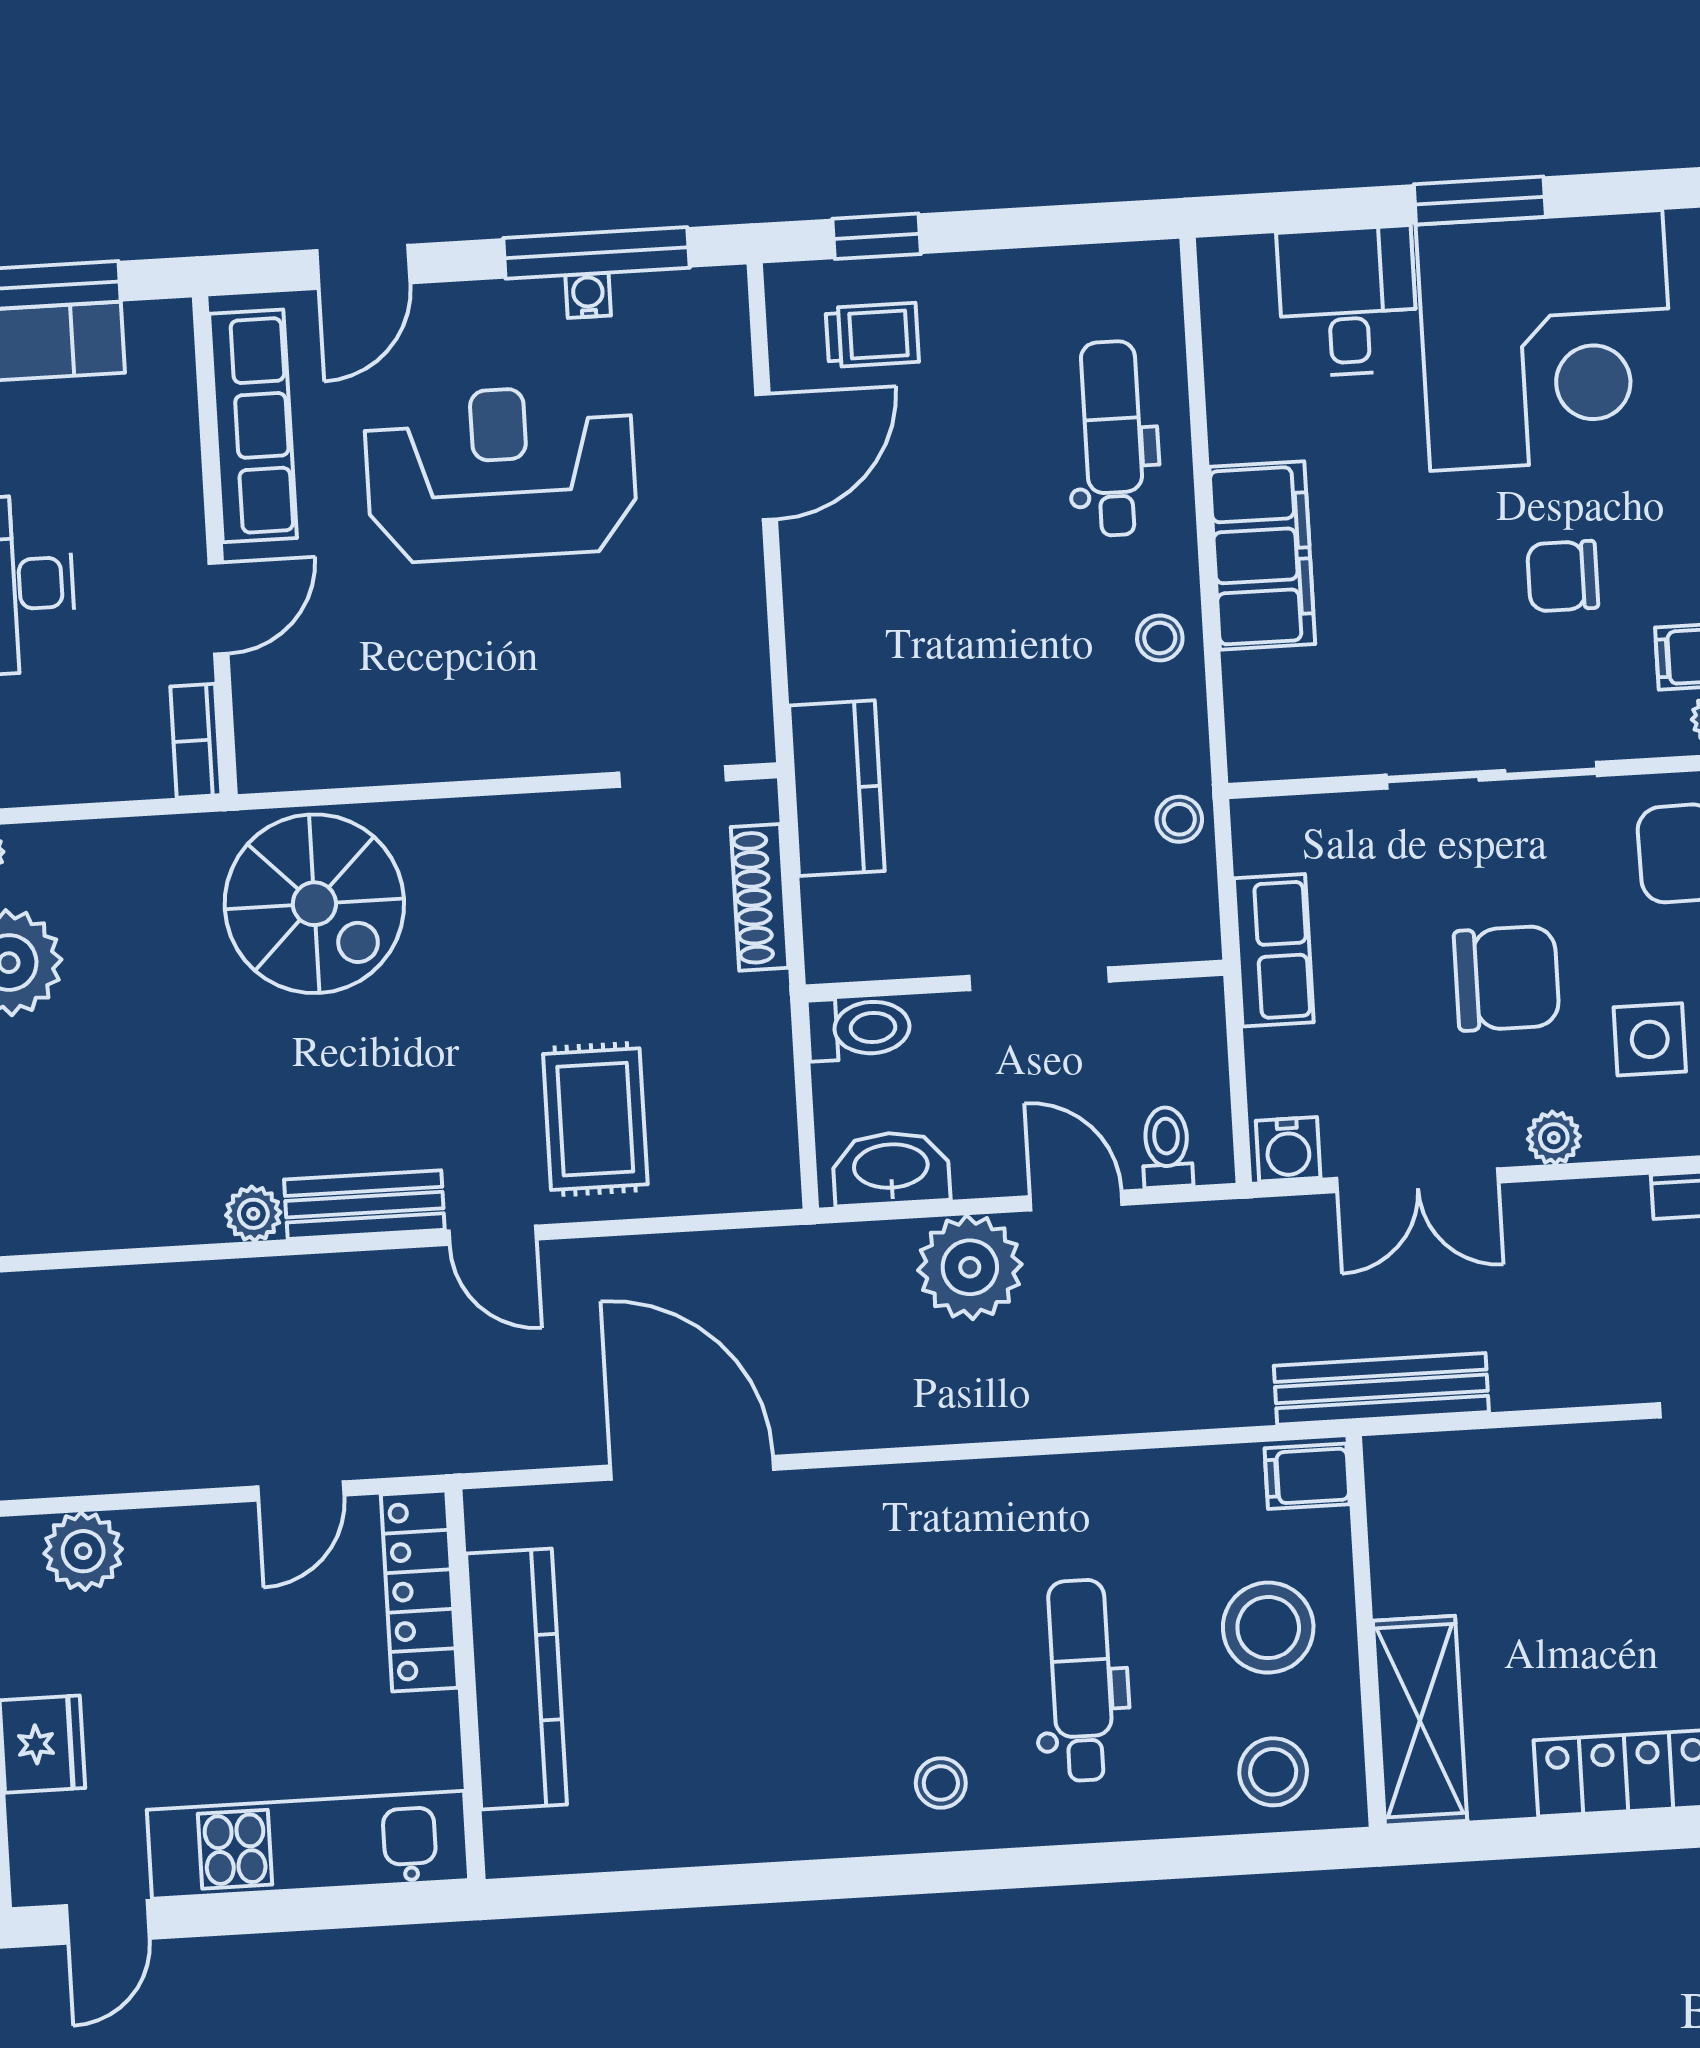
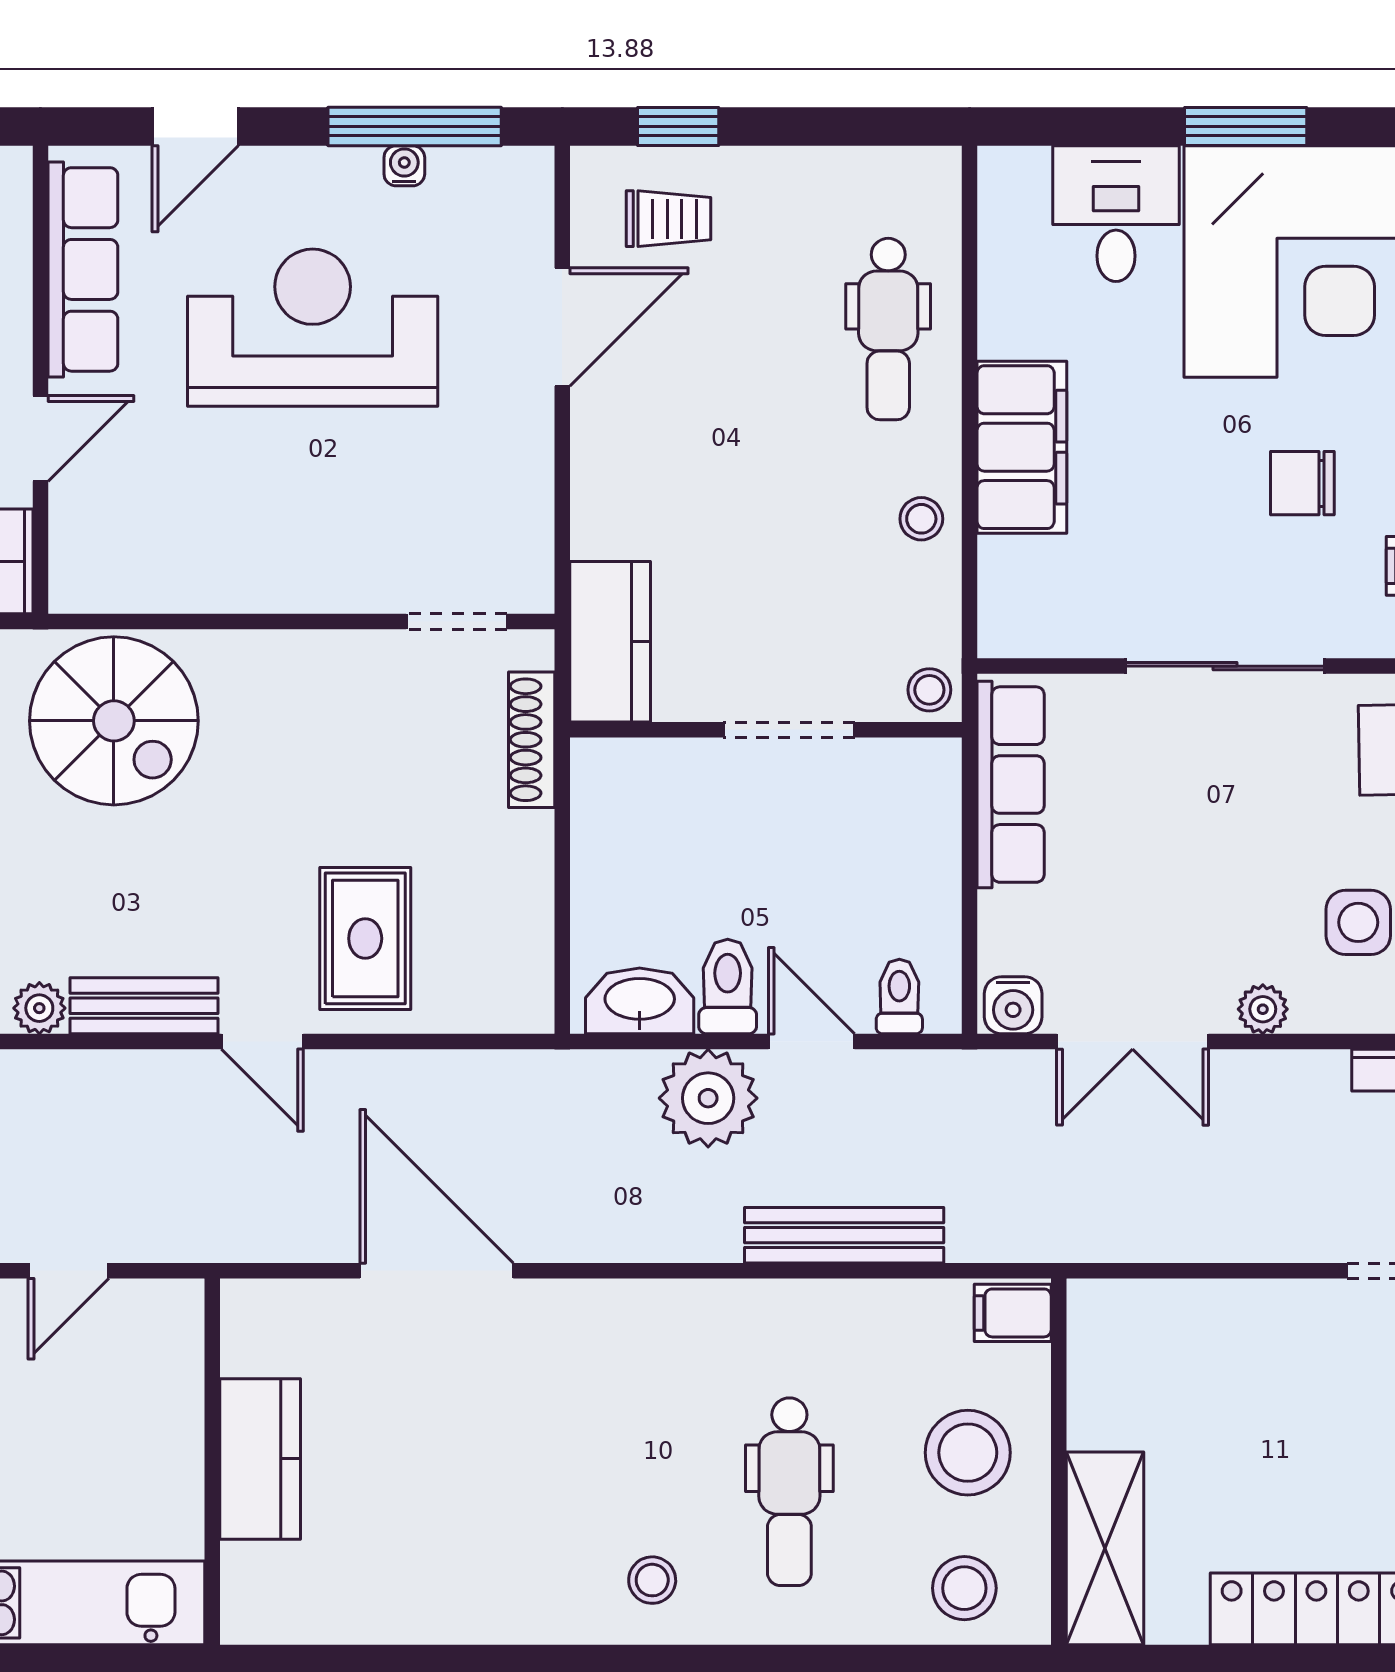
dental chair: (1113, 438) -> (888, 329), turned 180
row of seats: (1274, 950) -> (1011, 785), width x1.48
chair: (1507, 978) -> (1227, 857), removed
doorway: (1039, 979) -> (789, 730), moved
wall: (1014, 980) -> (766, 730), moved
toilet: (859, 1028) -> (728, 986), moved, turned -90
bench: (1381, 1389) -> (844, 1235), moved
locker: (419, 1591) -> (174, 1371), removed
kitchen counter: (516, 1679) -> (260, 1459), width x0.67
dental chair: (1081, 1680) -> (789, 1492), turned 180

